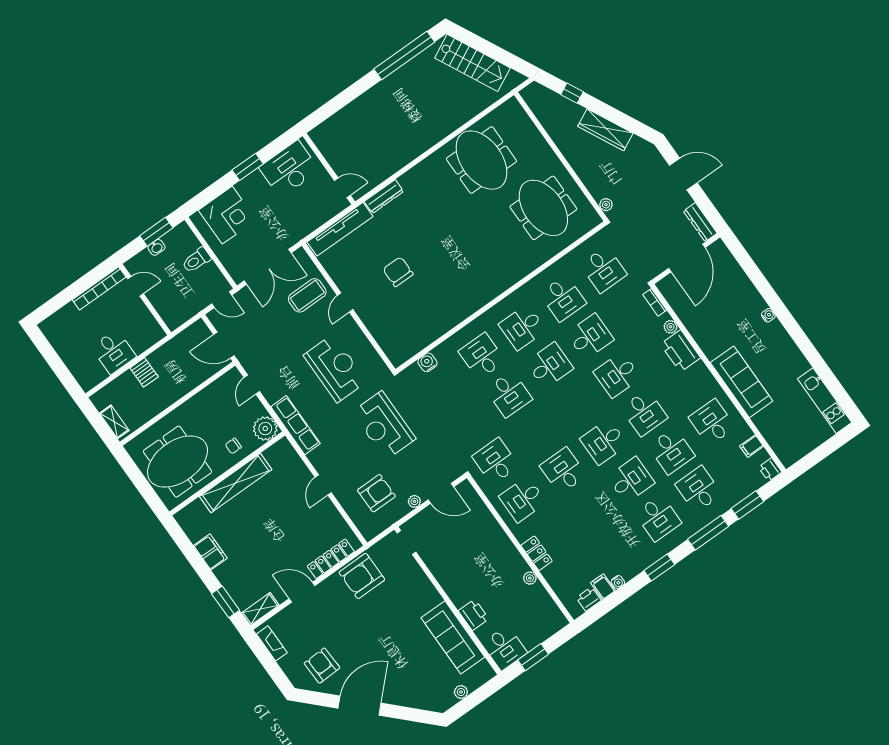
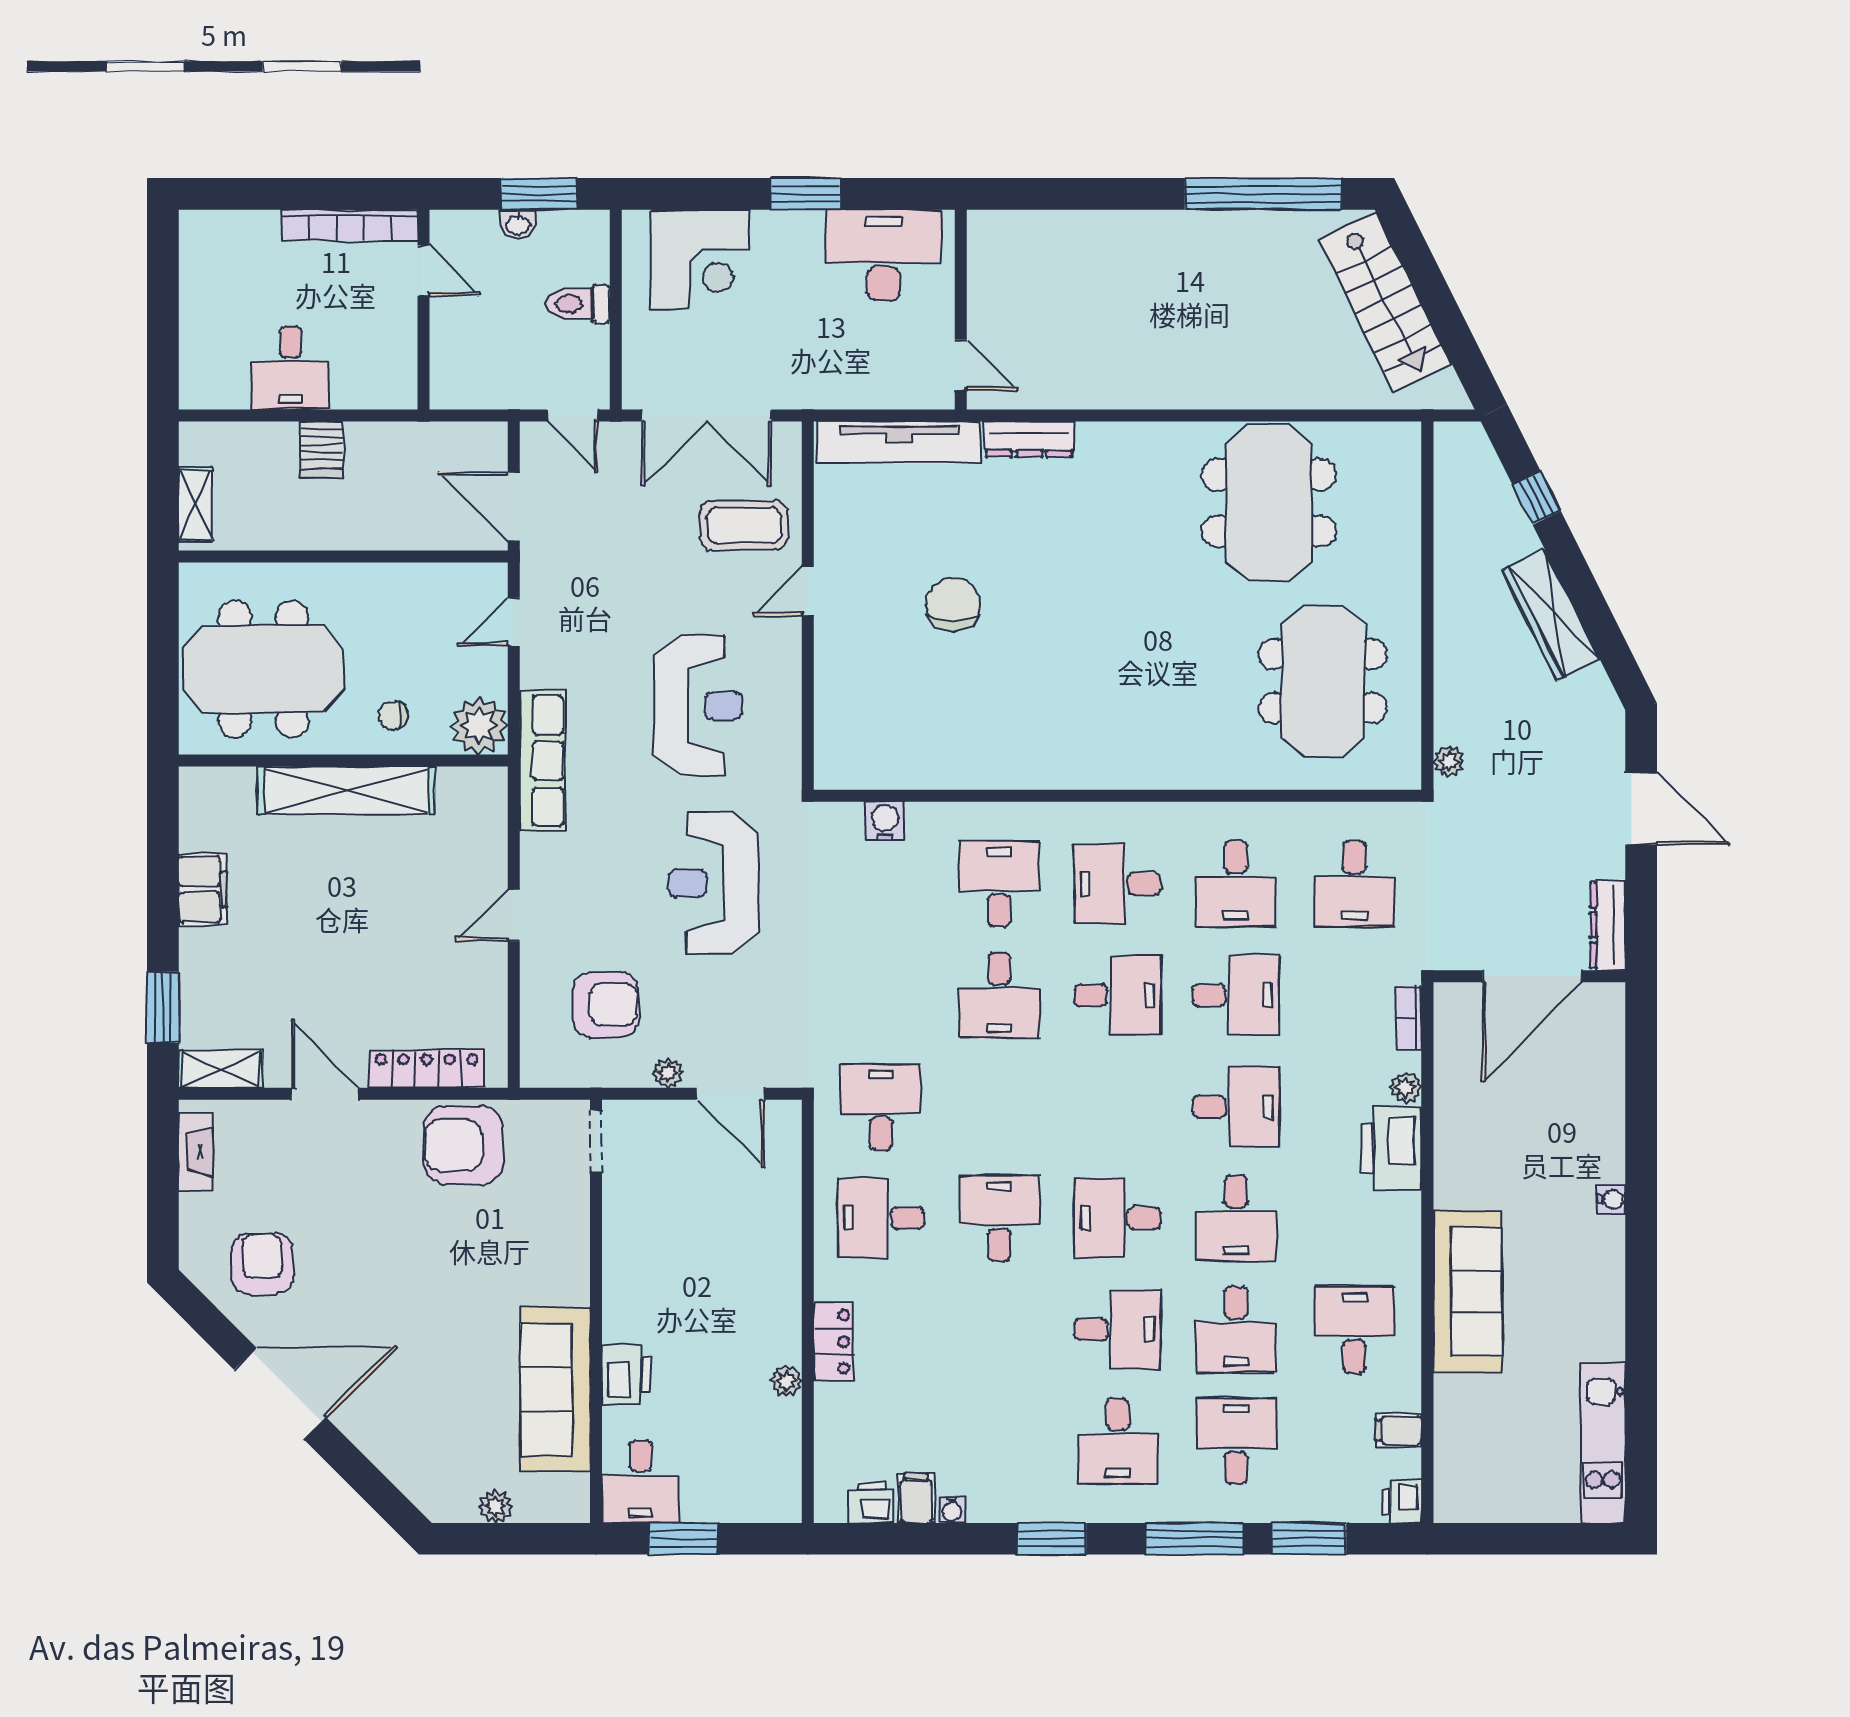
desk: (617, 375) -> (1236, 1107), turned 180

